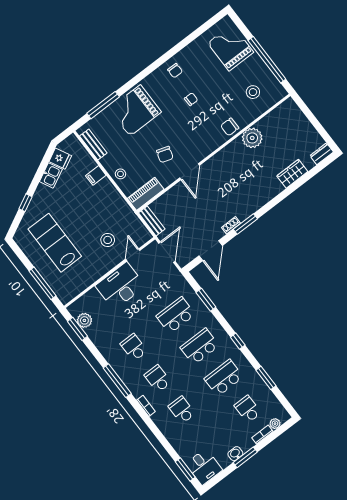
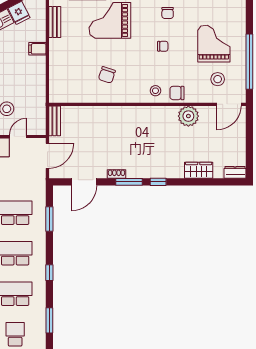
grand piano: (231, 48) -> (214, 44), moved
door: (190, 172) -> (229, 104), moved
stool: (120, 174) -> (155, 91), moved
piano: (146, 194) -> (67, 95), removed
window: (268, 207) -> (158, 182), added

